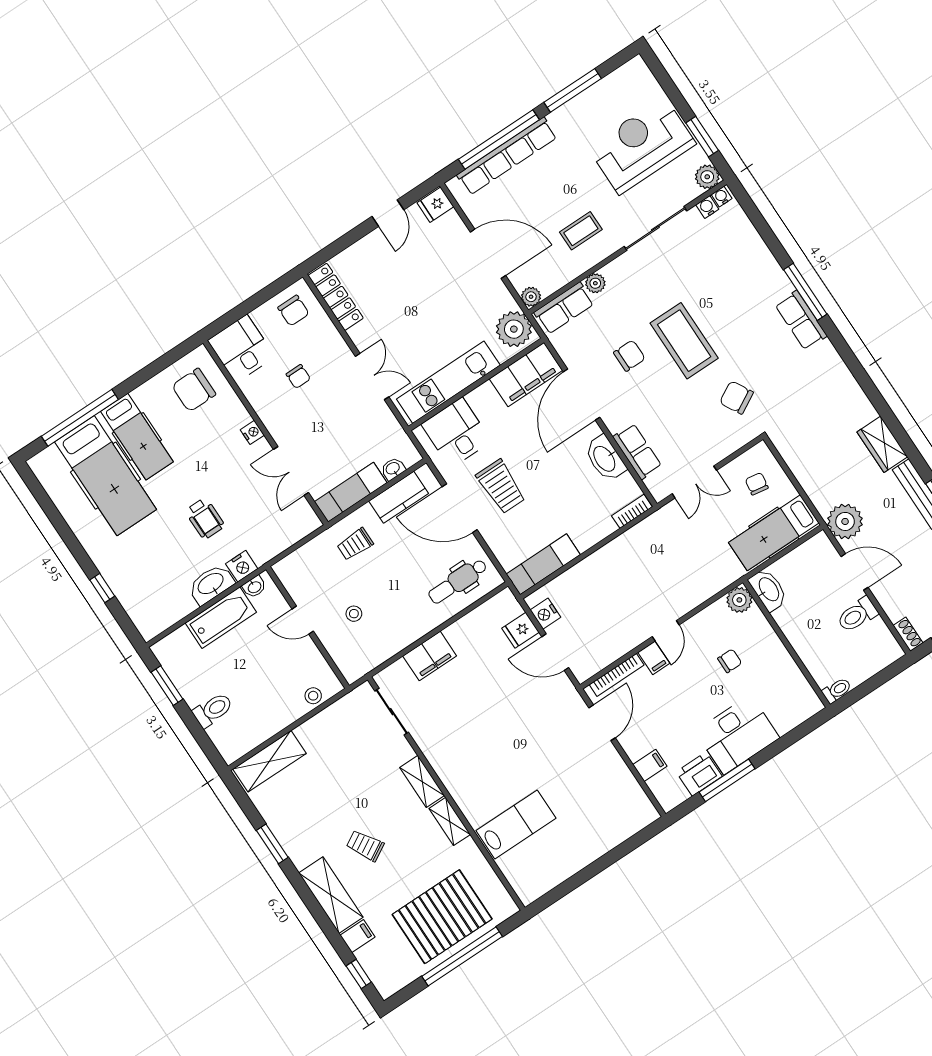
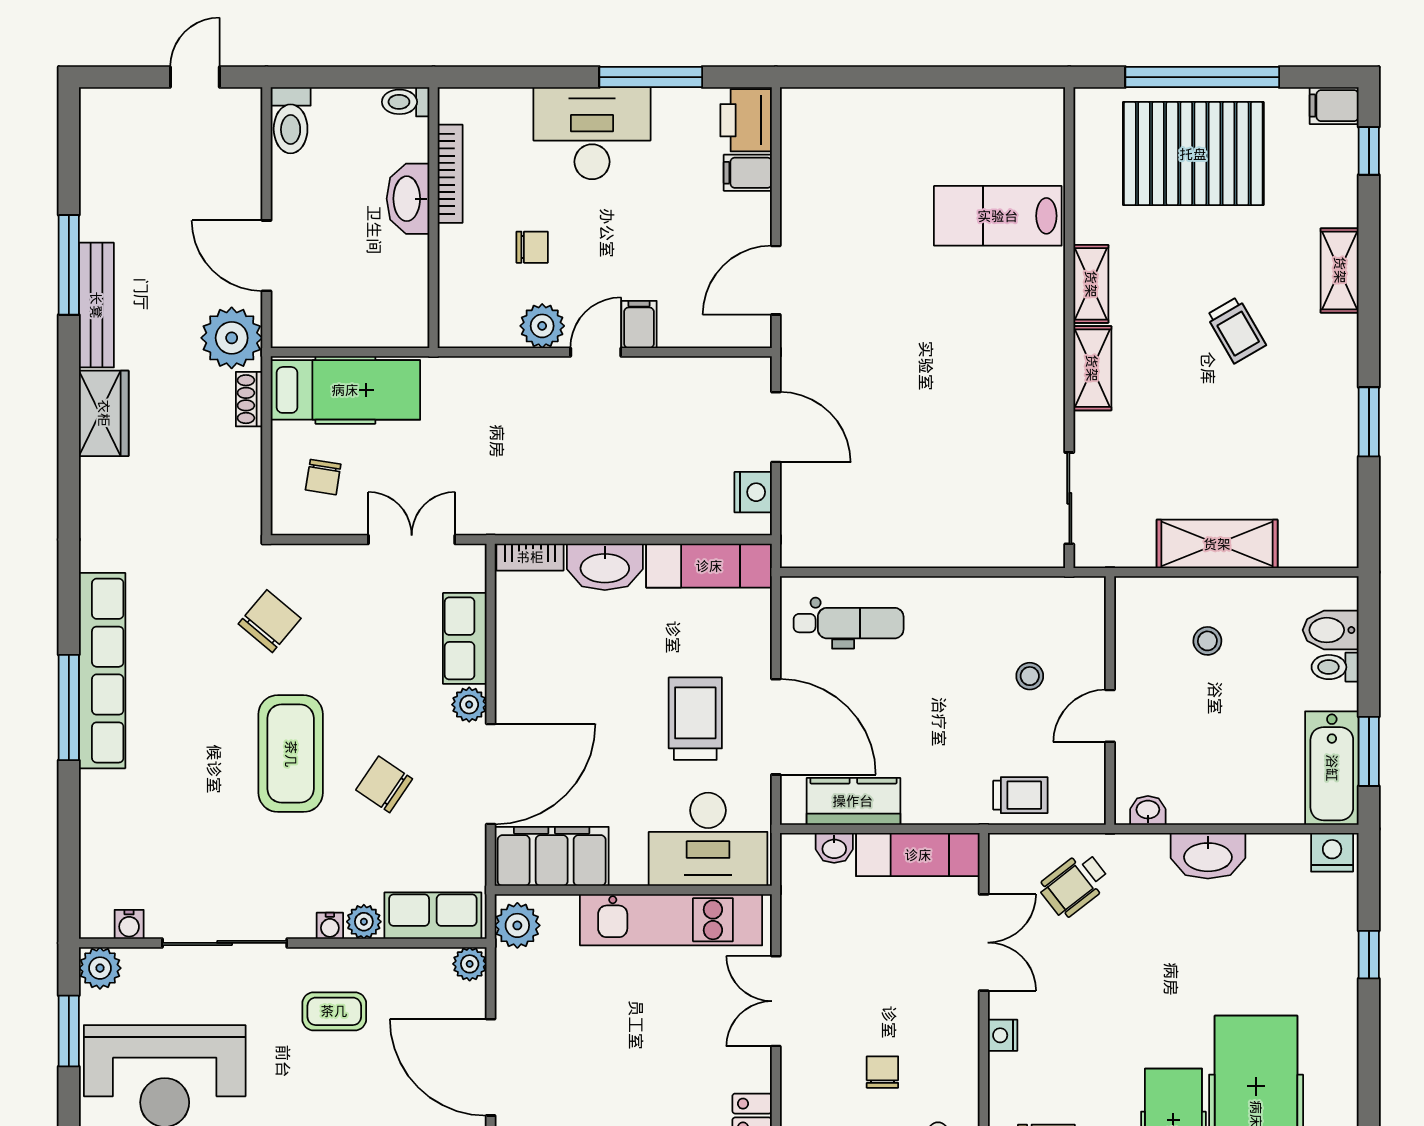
water cooler: (722, 197) -> (330, 926), moved
row of seats: (801, 320) -> (102, 671), width x2.02
plant: (514, 329) -> (517, 925), width x0.73, depth x0.73
chair: (629, 356) -> (384, 784), turned 34
chair: (736, 398) -> (270, 621), turned -111
plant: (614, 421) -> (469, 705), added
desk: (456, 433) -> (708, 839), width x1.37
washbasin: (605, 458) -> (605, 567), moved, turned 90
wheelchair: (205, 518) -> (1074, 885), moved, turned -128
trolley: (355, 544) -> (1020, 795), moved
nightstand: (242, 566) -> (1332, 852), moved
washbasin: (768, 590) -> (408, 199), moved
plant: (739, 600) -> (542, 326), moved
toilet: (857, 615) -> (291, 120), moved, turned 90
bathtub: (221, 618) -> (1332, 768), moved, turned -90
door: (303, 620) -> (1110, 716), swing flipped
fridge: (520, 630) -> (805, 492), removed
shoe rack: (908, 634) -> (249, 399), moved
filing cabinet: (430, 656) -> (961, 542), removed
chair: (730, 661) -> (532, 247), turned 180
bookcase: (617, 675) -> (450, 174), moved, turned 90
stool: (313, 696) -> (1207, 641), moved
toilet: (213, 710) -> (1335, 667), width x0.73, depth x0.72
bidet: (224, 732) -> (1331, 630), added
shelving: (270, 761) -> (1217, 544), moved
printer: (699, 774) -> (746, 120), moved, turned 90
shelving: (331, 895) -> (1340, 270), width x0.67, depth x0.75
filing cabinet: (358, 936) -> (1334, 106), moved

